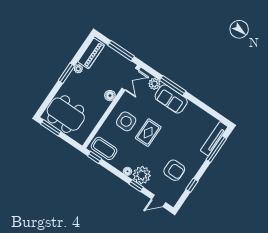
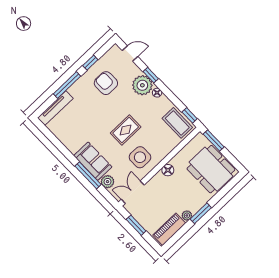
window: (121, 51) -> (136, 225), width x0.69
floor lamp: (110, 96) -> (168, 170), moved
side table: (126, 121) -> (140, 157), moved
window: (51, 128) -> (214, 140), moved
window: (216, 149) -> (67, 85), moved

